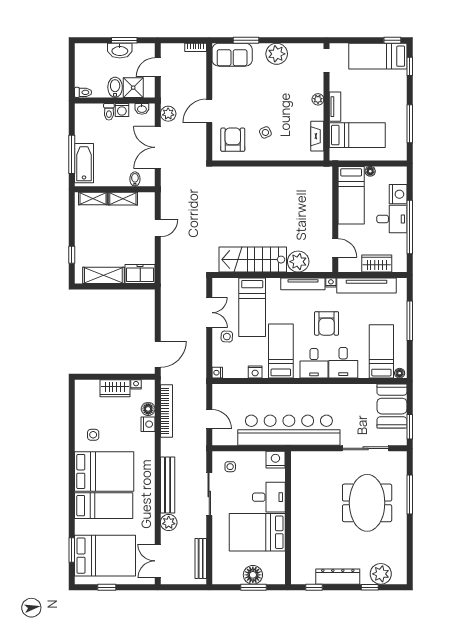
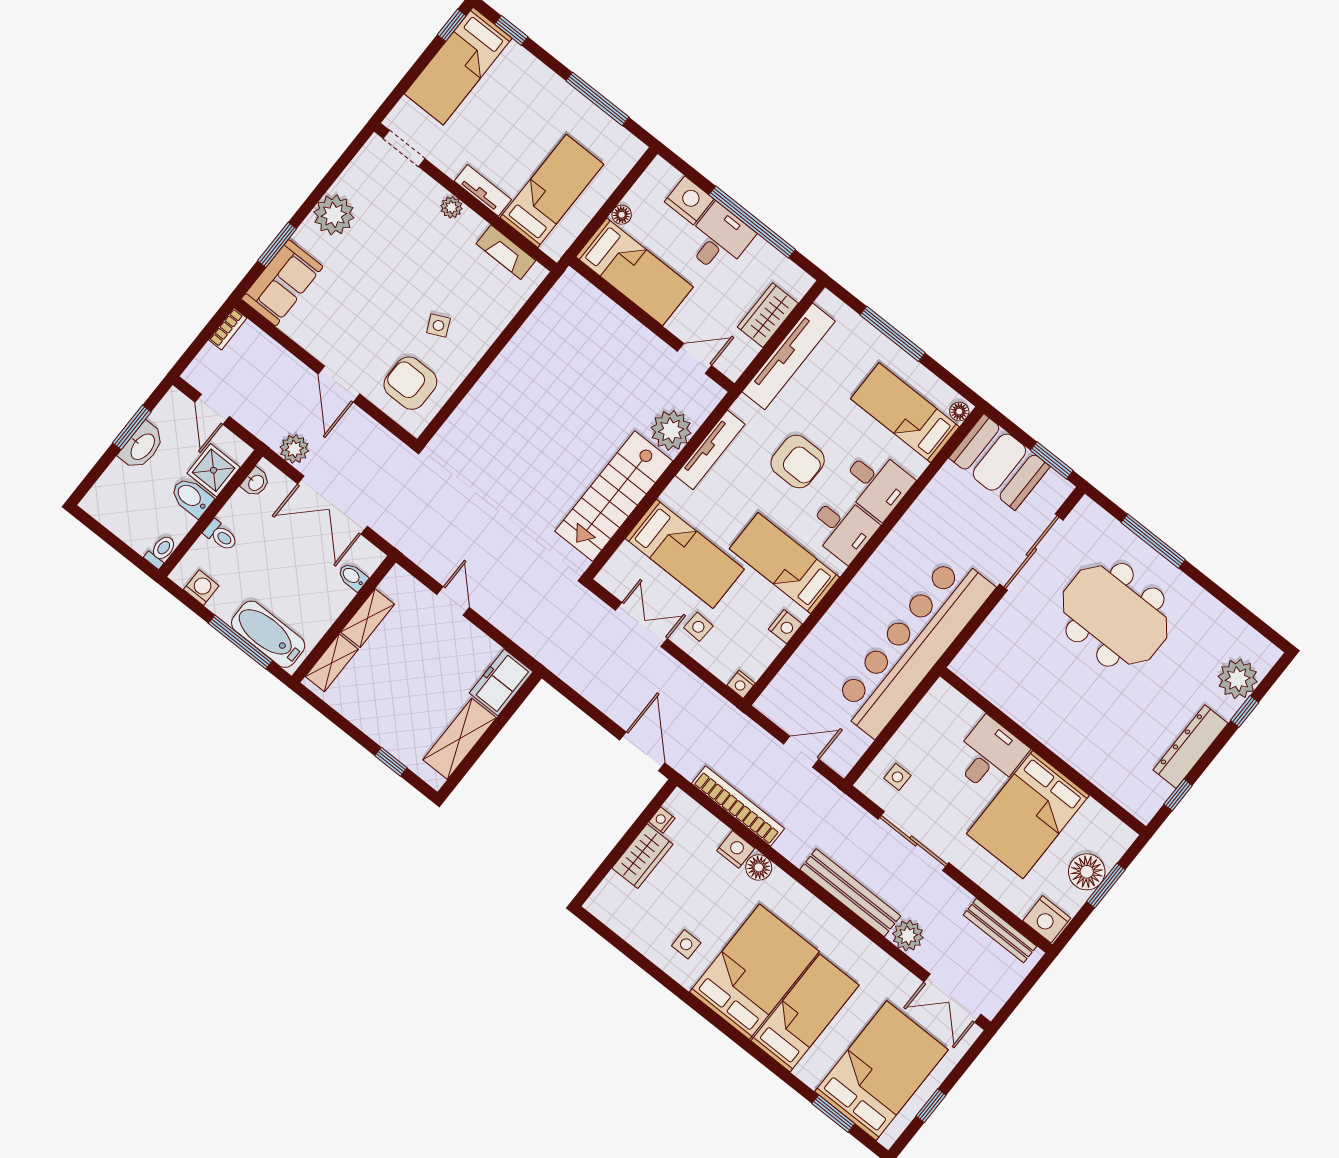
washing machine: (122, 110) -> (201, 588), moved, turned -90
nightstand: (331, 283) -> (742, 406), removed
floor lamp: (148, 409) -> (759, 867), moved
nightstand: (275, 460) -> (1047, 919), moved, turned -90

